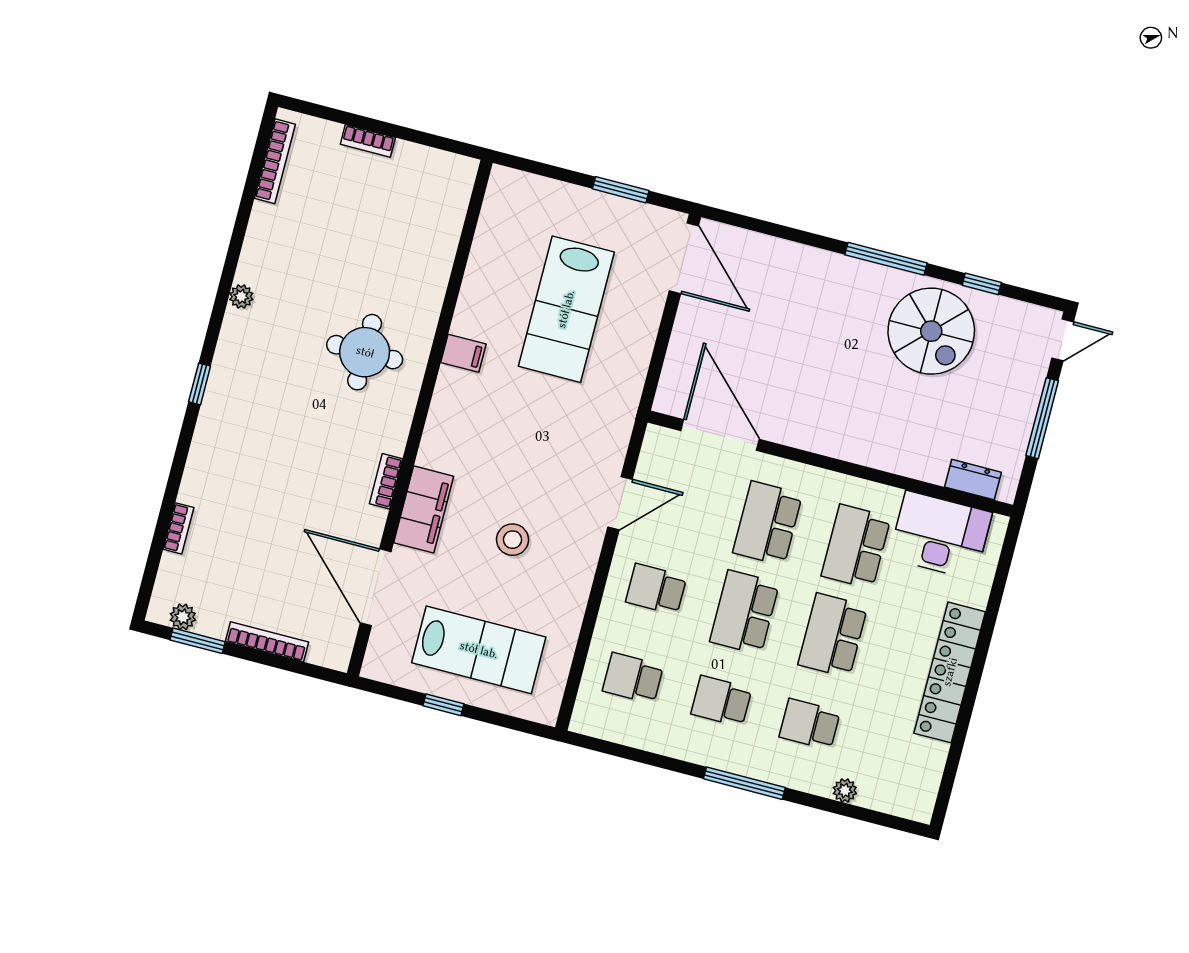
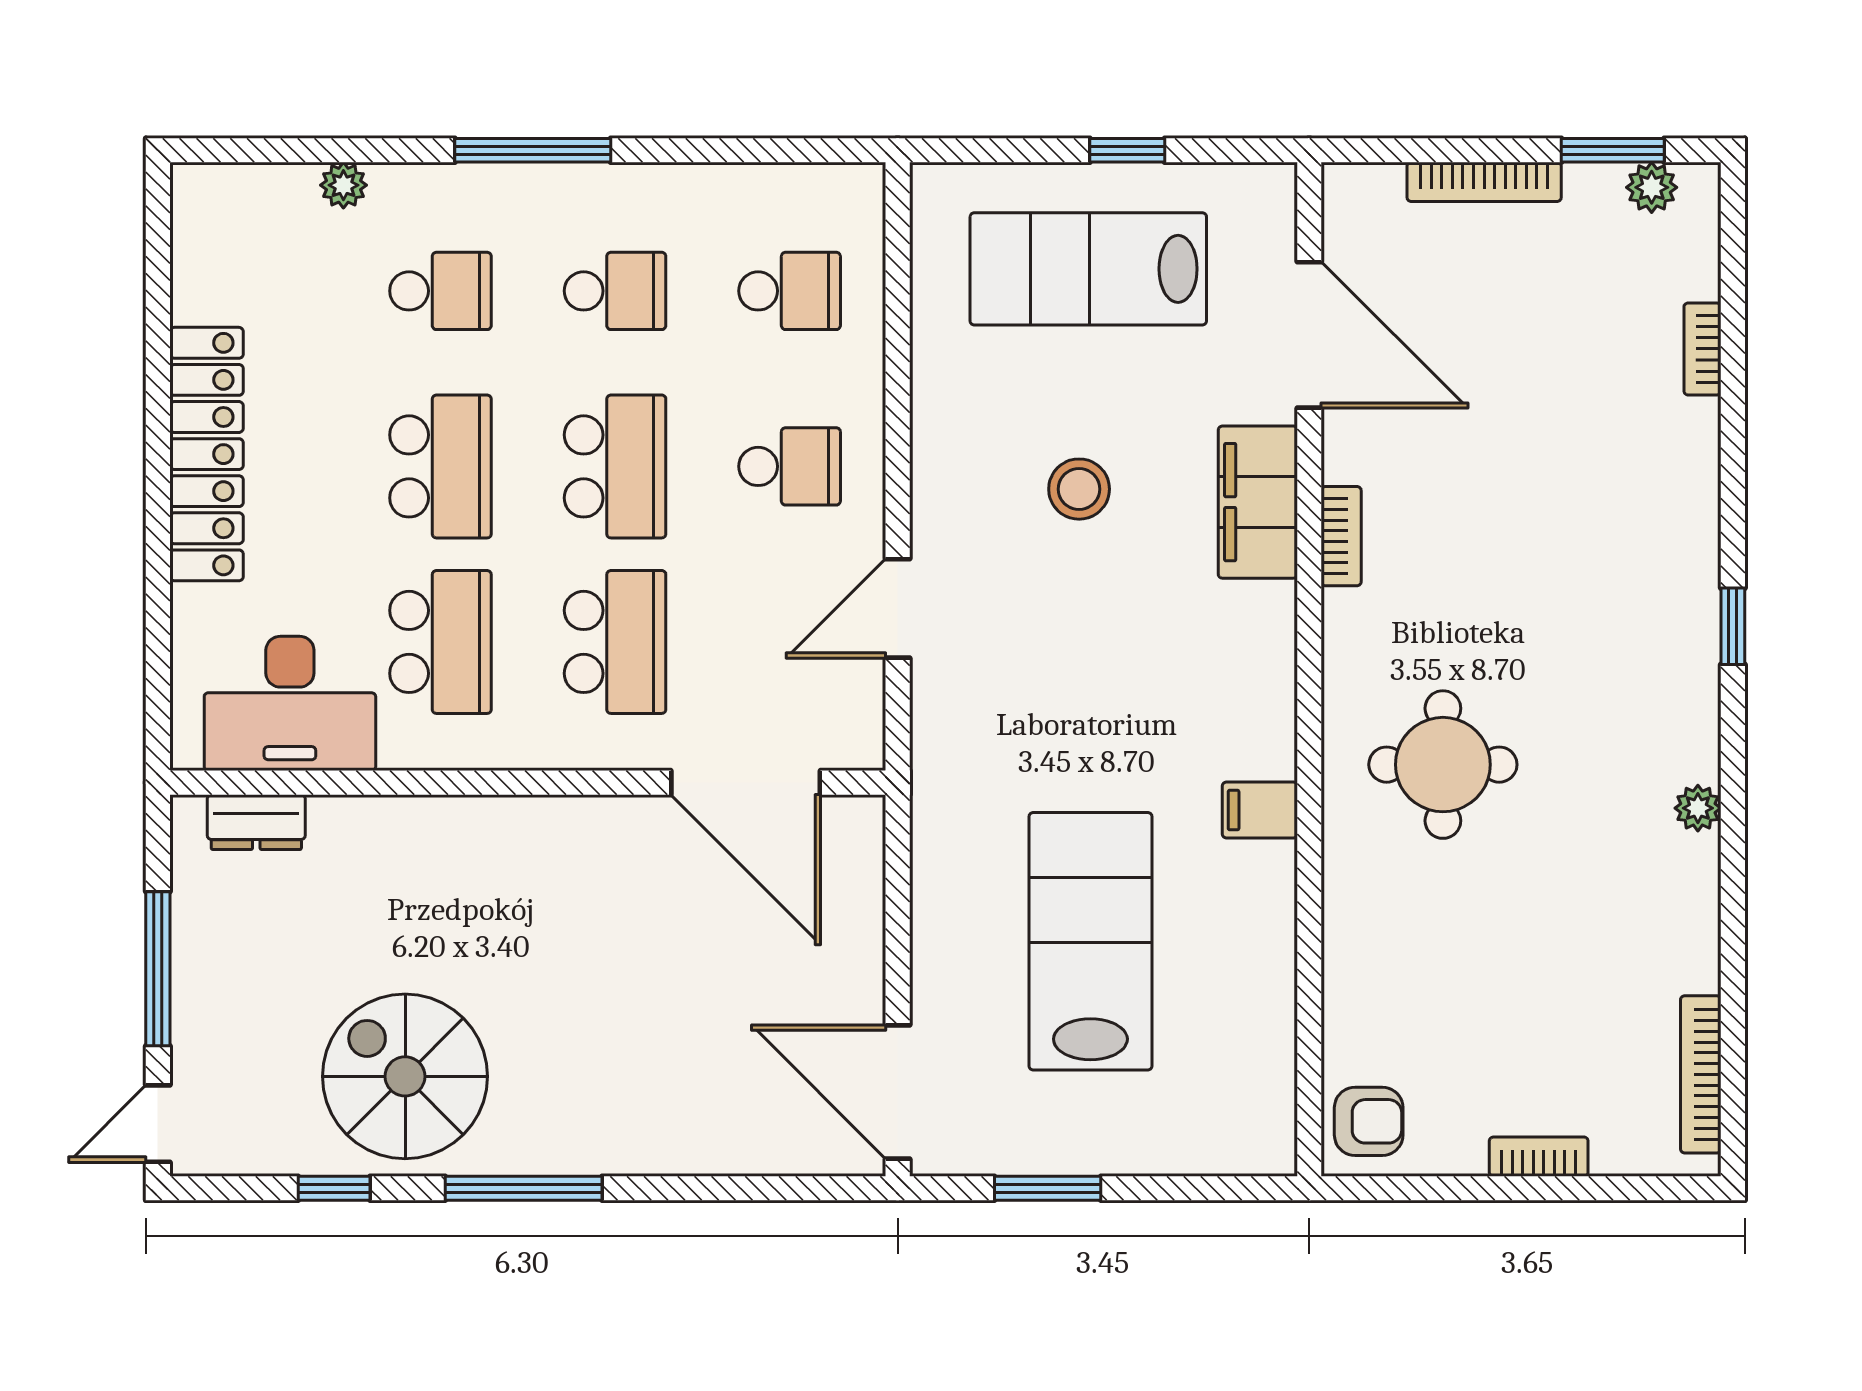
armchair: (449, 181) -> (1369, 1121), added

